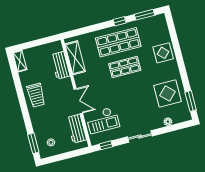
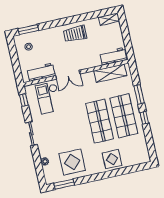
window: (145, 15) -> (139, 94), moved
workbench: (60, 65) -> (113, 56), moved
shop shelf: (125, 67) -> (100, 121), width x1.43, depth x1.36

